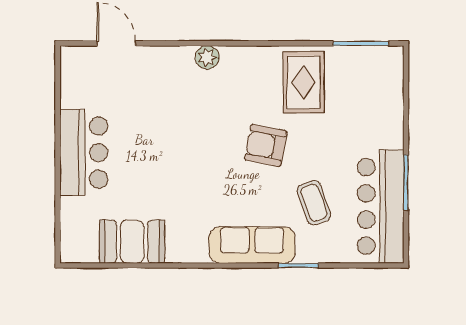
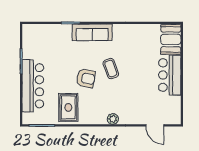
coffee table: (314, 203) -> (111, 69), moved
bar counter: (381, 206) -> (33, 86), moved
booth: (132, 242) -> (171, 39), moved, turned 90

